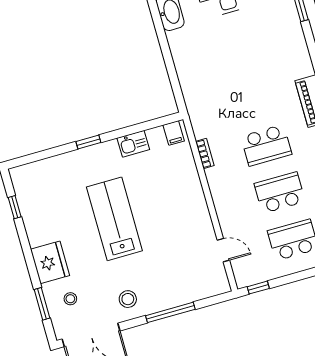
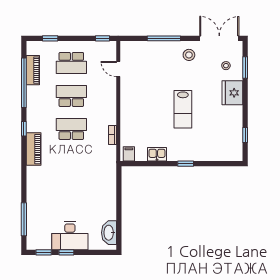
school desk: (280, 193) -> (71, 96), turned 180
lab bench: (114, 219) -> (183, 109), width x0.73, depth x0.72

